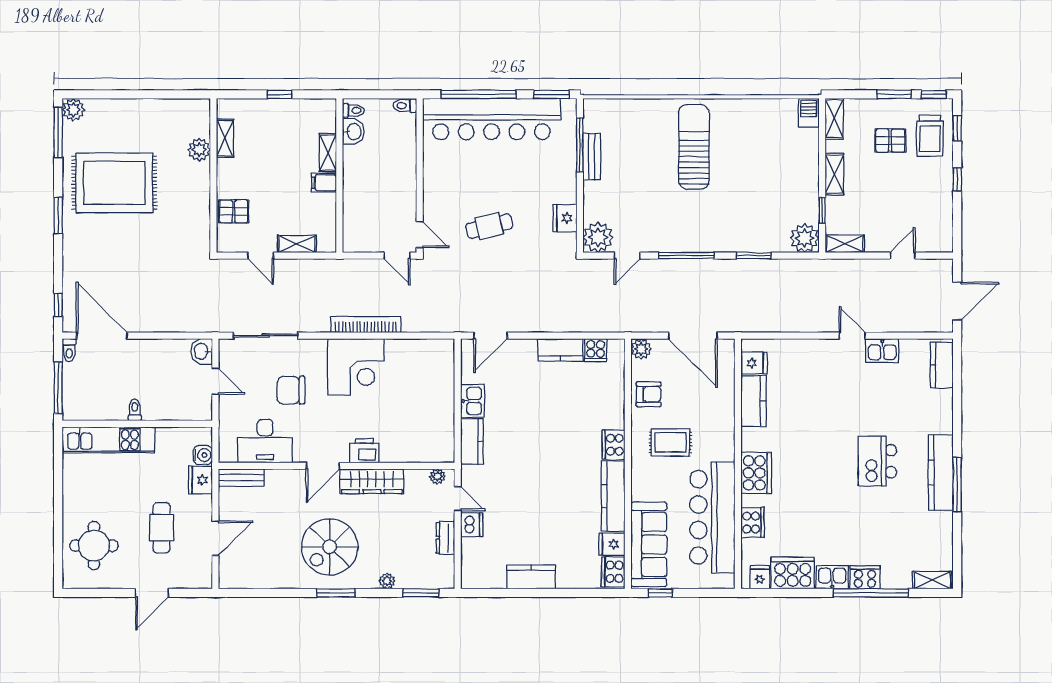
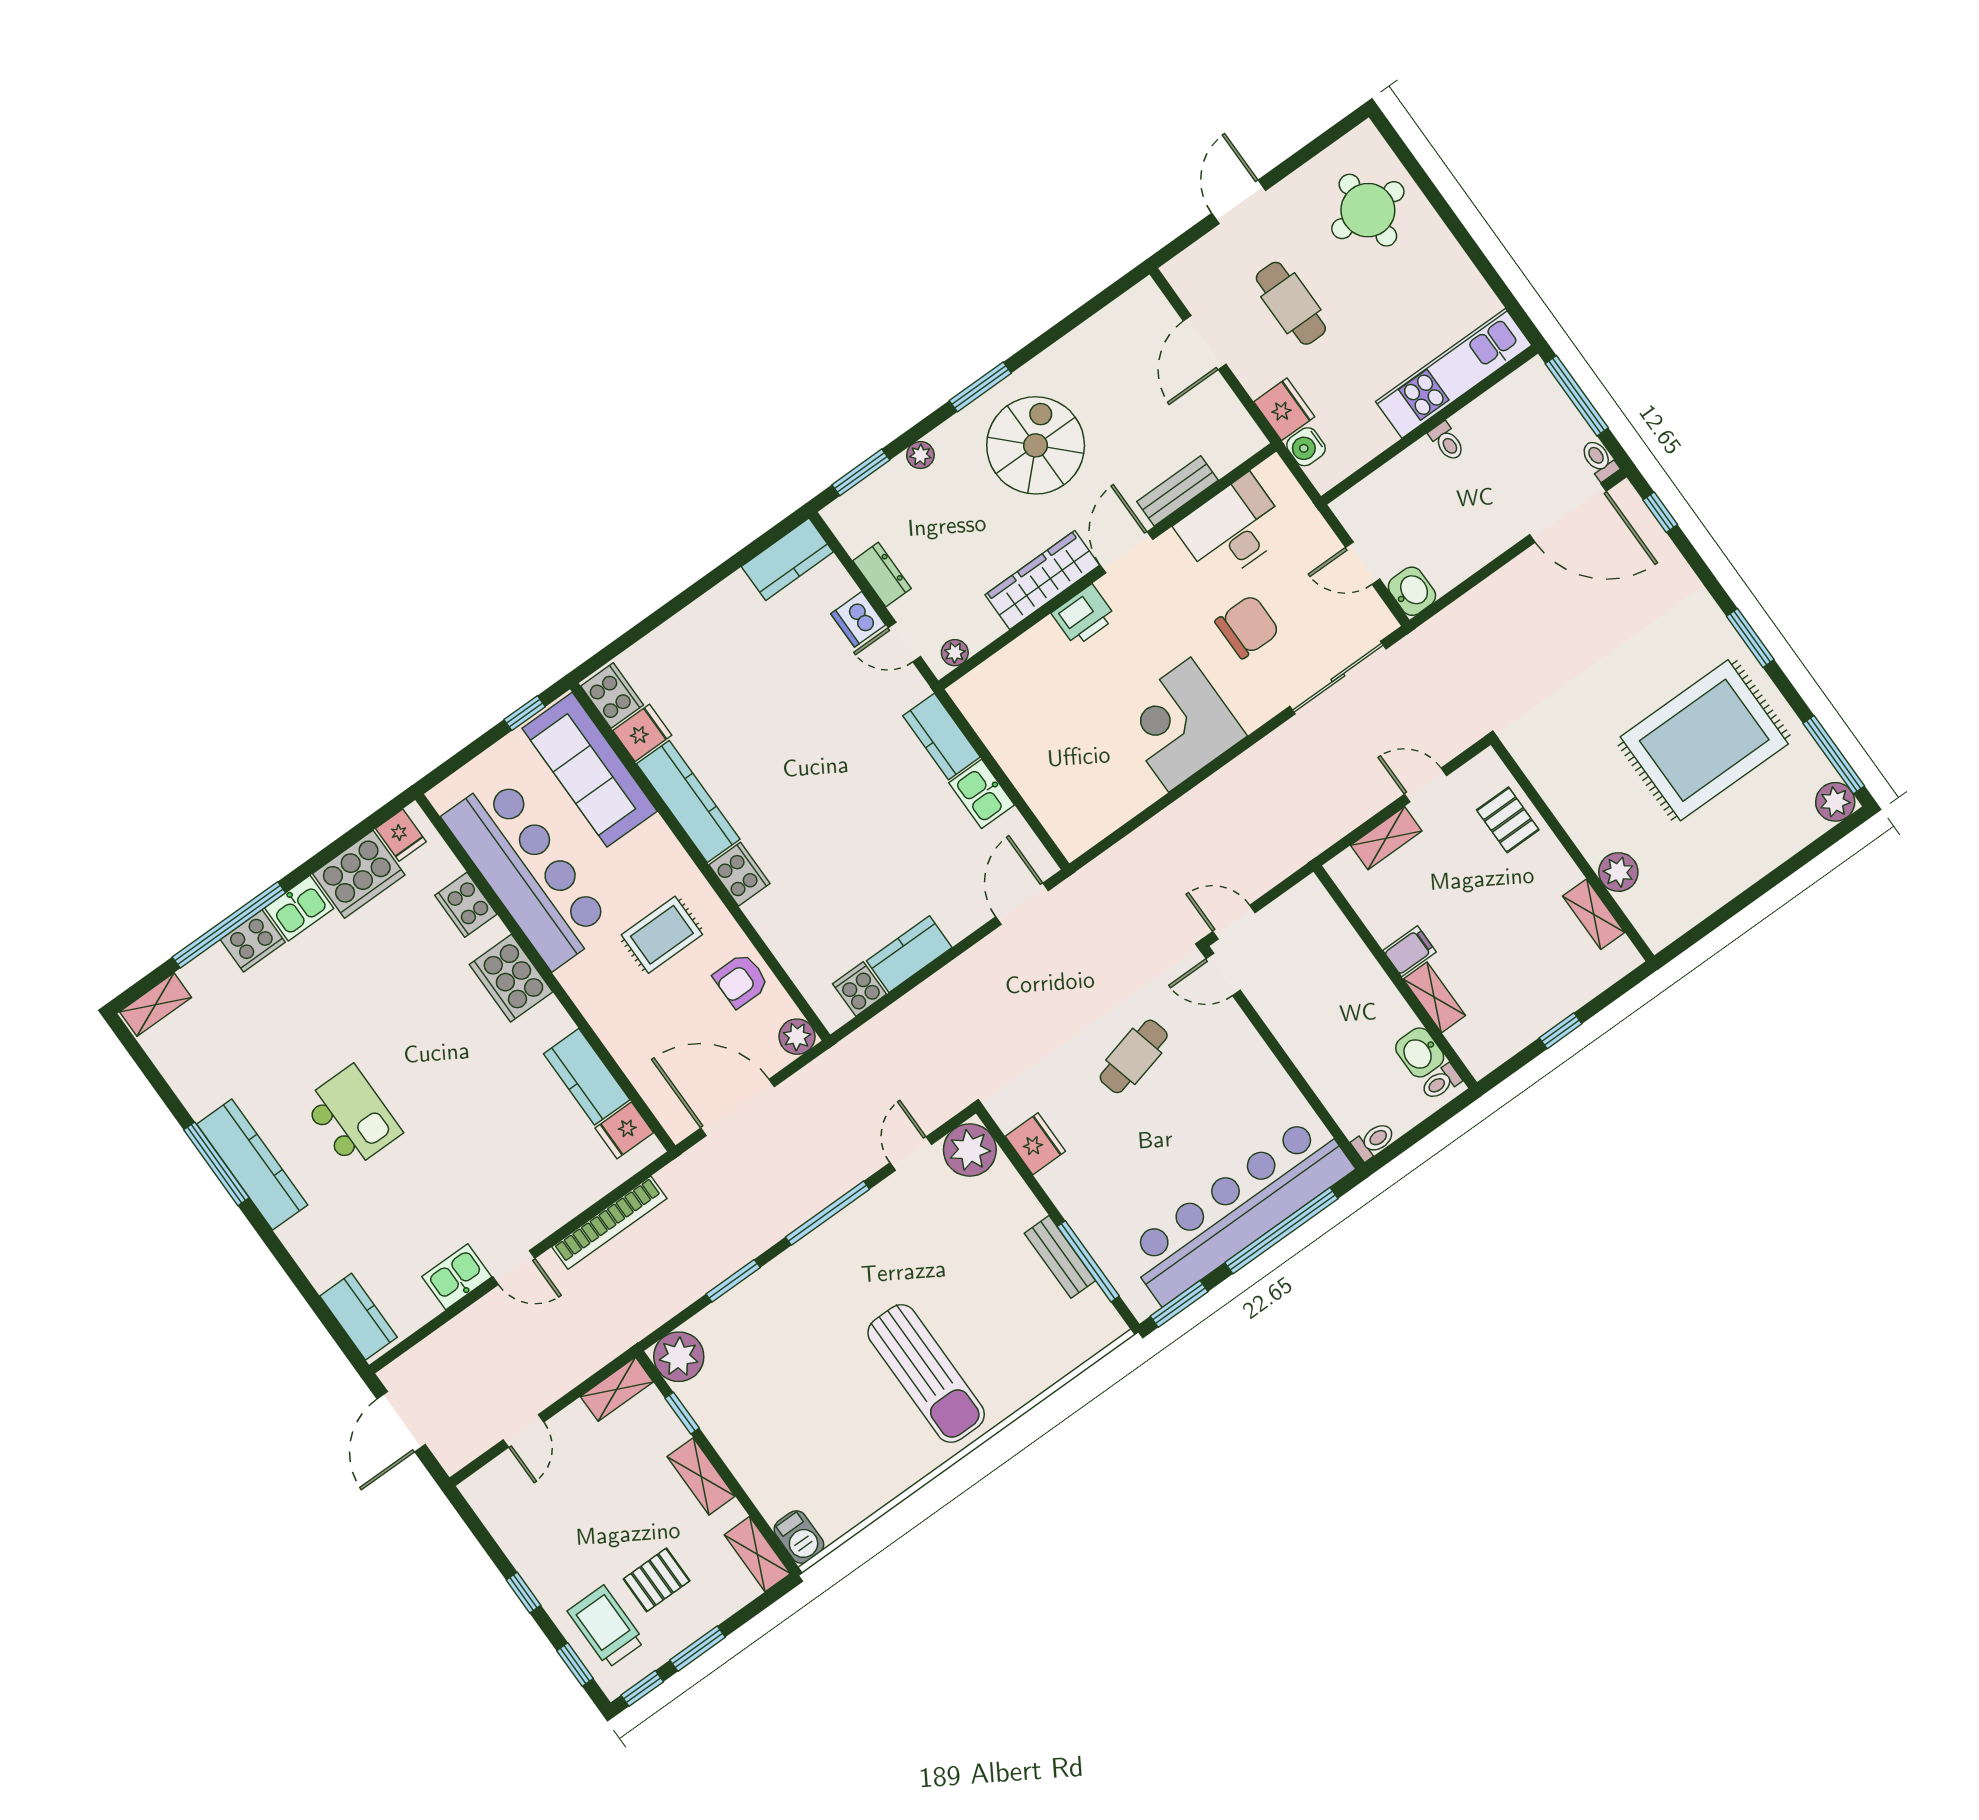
pallet: (234, 211) -> (1508, 820), turned 90
bookcase: (366, 325) -> (609, 1223), moved
bench: (241, 478) -> (1177, 491), moved
kitchen counter: (531, 577) -> (787, 559), moved

